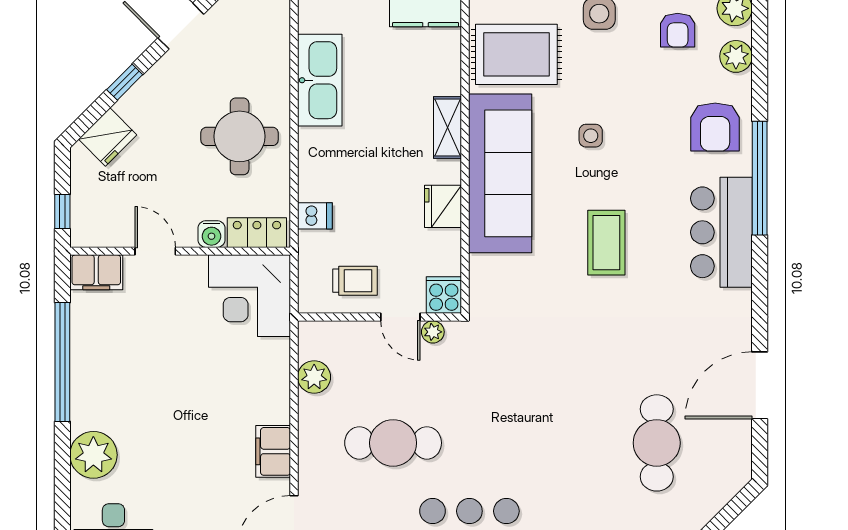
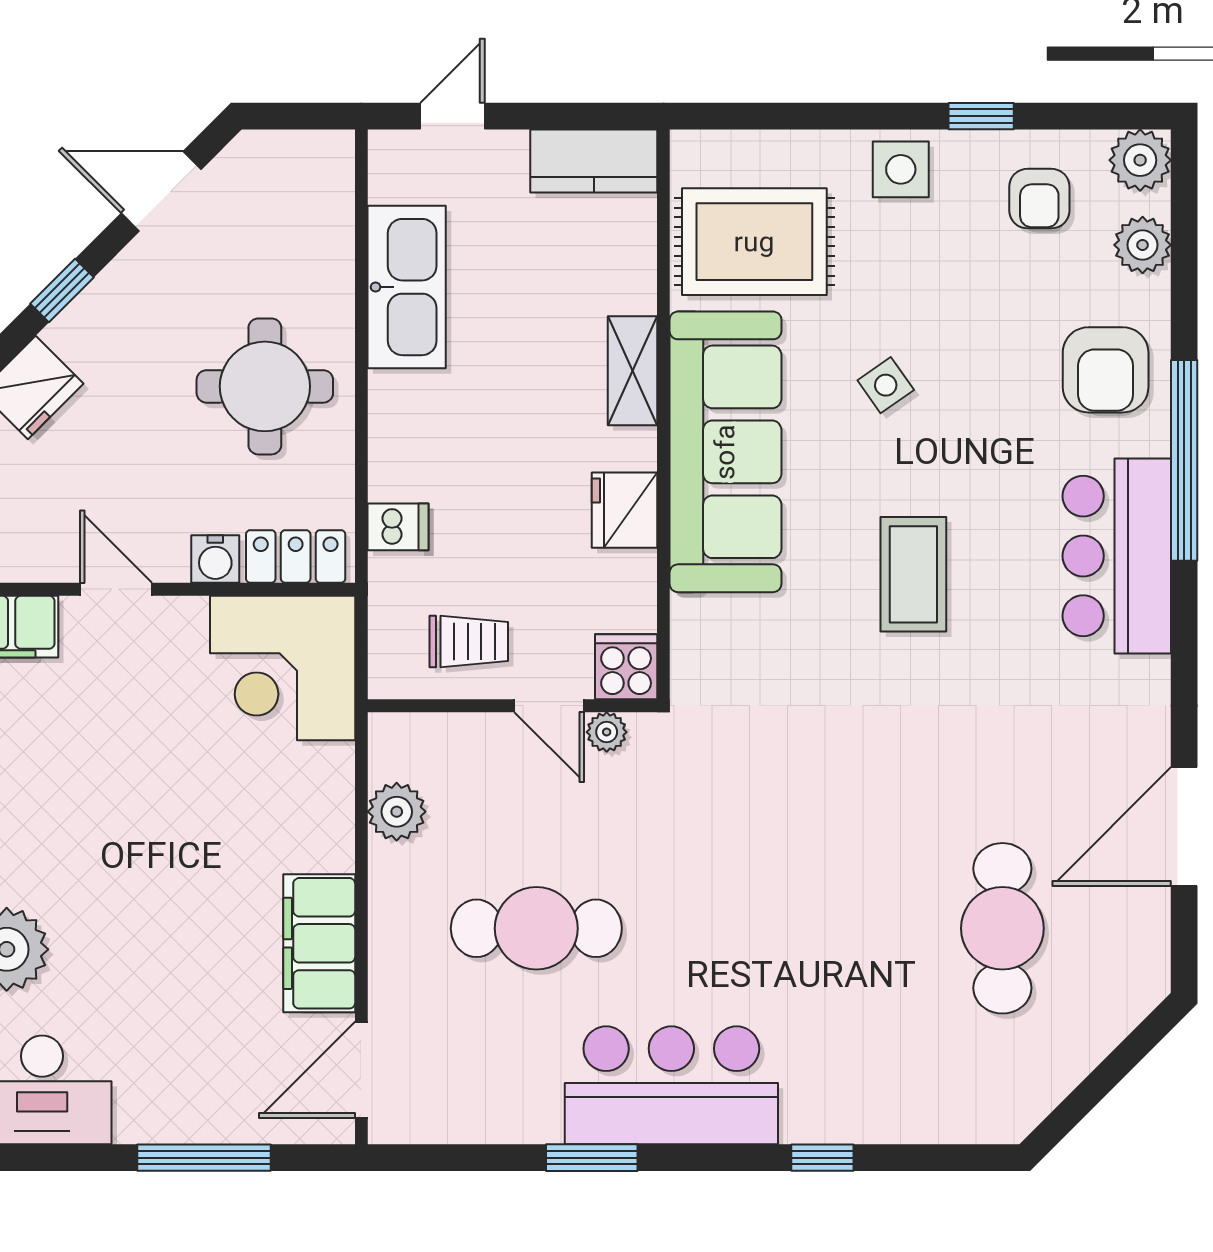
side table: (591, 136) -> (886, 385), turned -35
filing cabinet: (273, 451) -> (319, 943), width x1.50, depth x1.17

